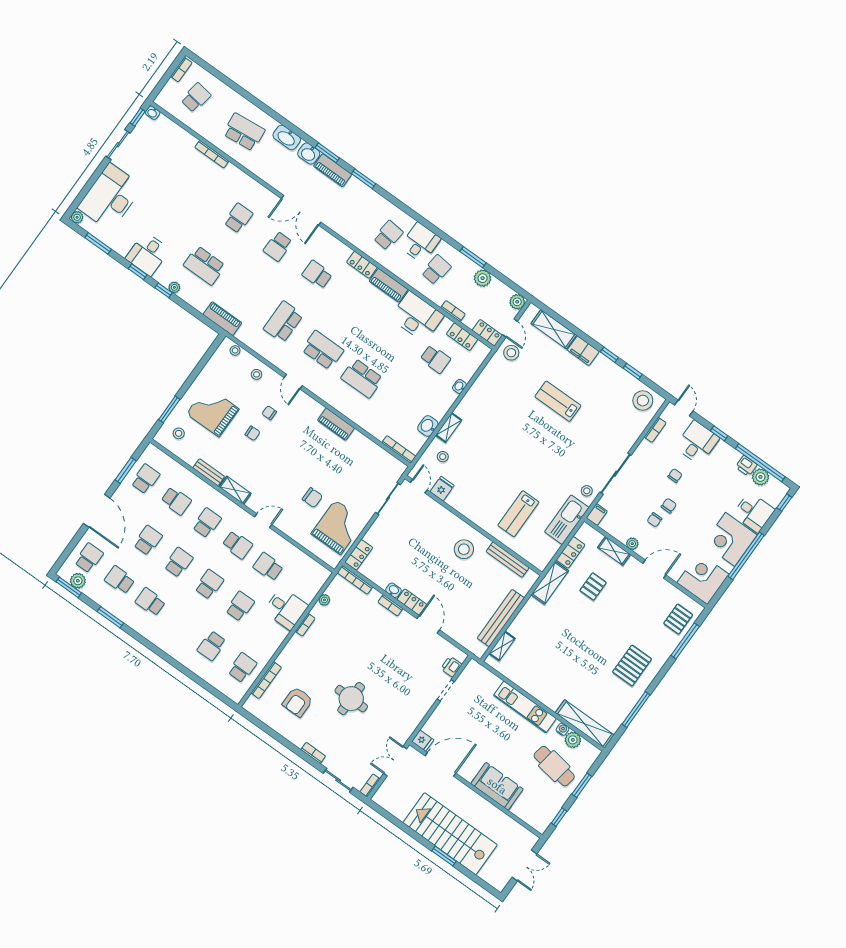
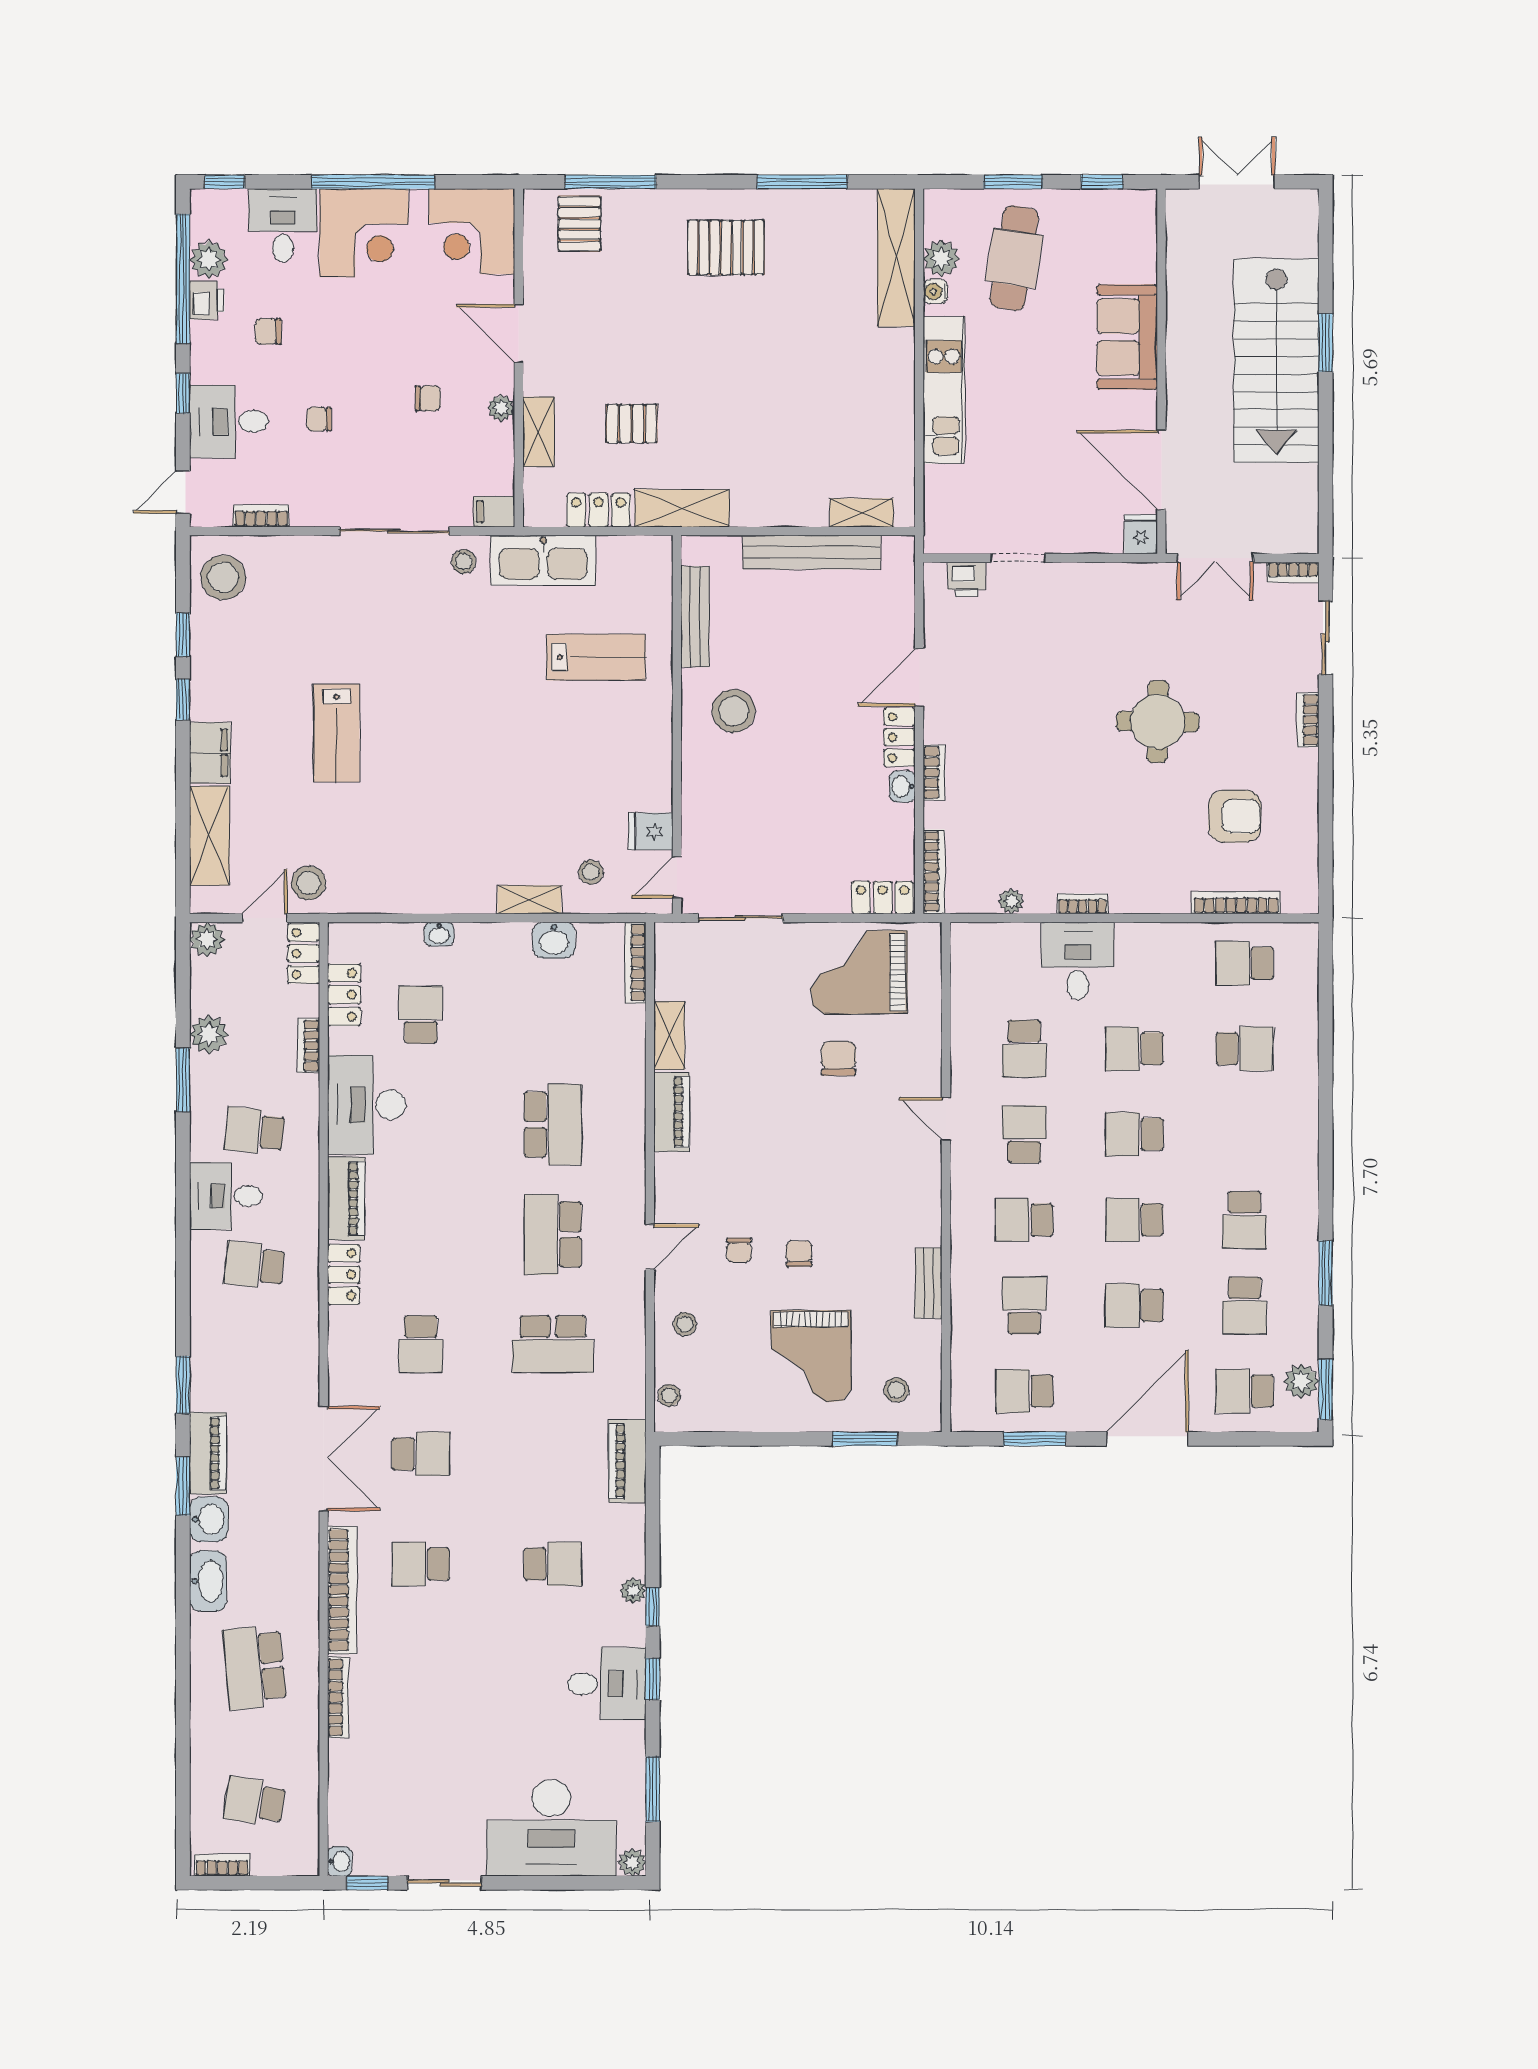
bookcase: (249, 183) -> (342, 1590), added
school desk: (204, 265) -> (553, 1564), width x0.54
shelving: (235, 490) -> (669, 1035), moved
chair: (669, 506) -> (268, 331), moved
pallet: (678, 619) -> (579, 224), turned 90

